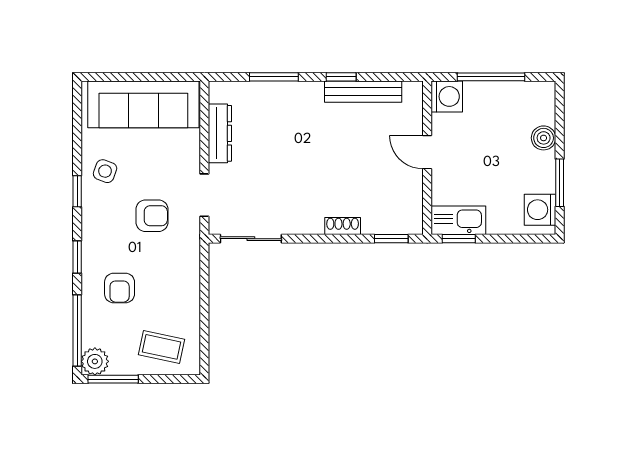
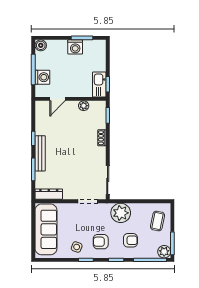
bench: (363, 92) -> (40, 153), moved
washing machine: (447, 96) -> (42, 77), moved, turned 90
dresser: (220, 133) -> (49, 194), moved
boiler: (544, 138) -> (41, 45), moved
door: (427, 152) -> (58, 99), moved
plant: (412, 186) -> (84, 106), added
washing machine: (540, 210) -> (75, 47), moved
armchair: (152, 216) -> (101, 242), moved, turned -90
plant: (179, 267) -> (121, 213), added

